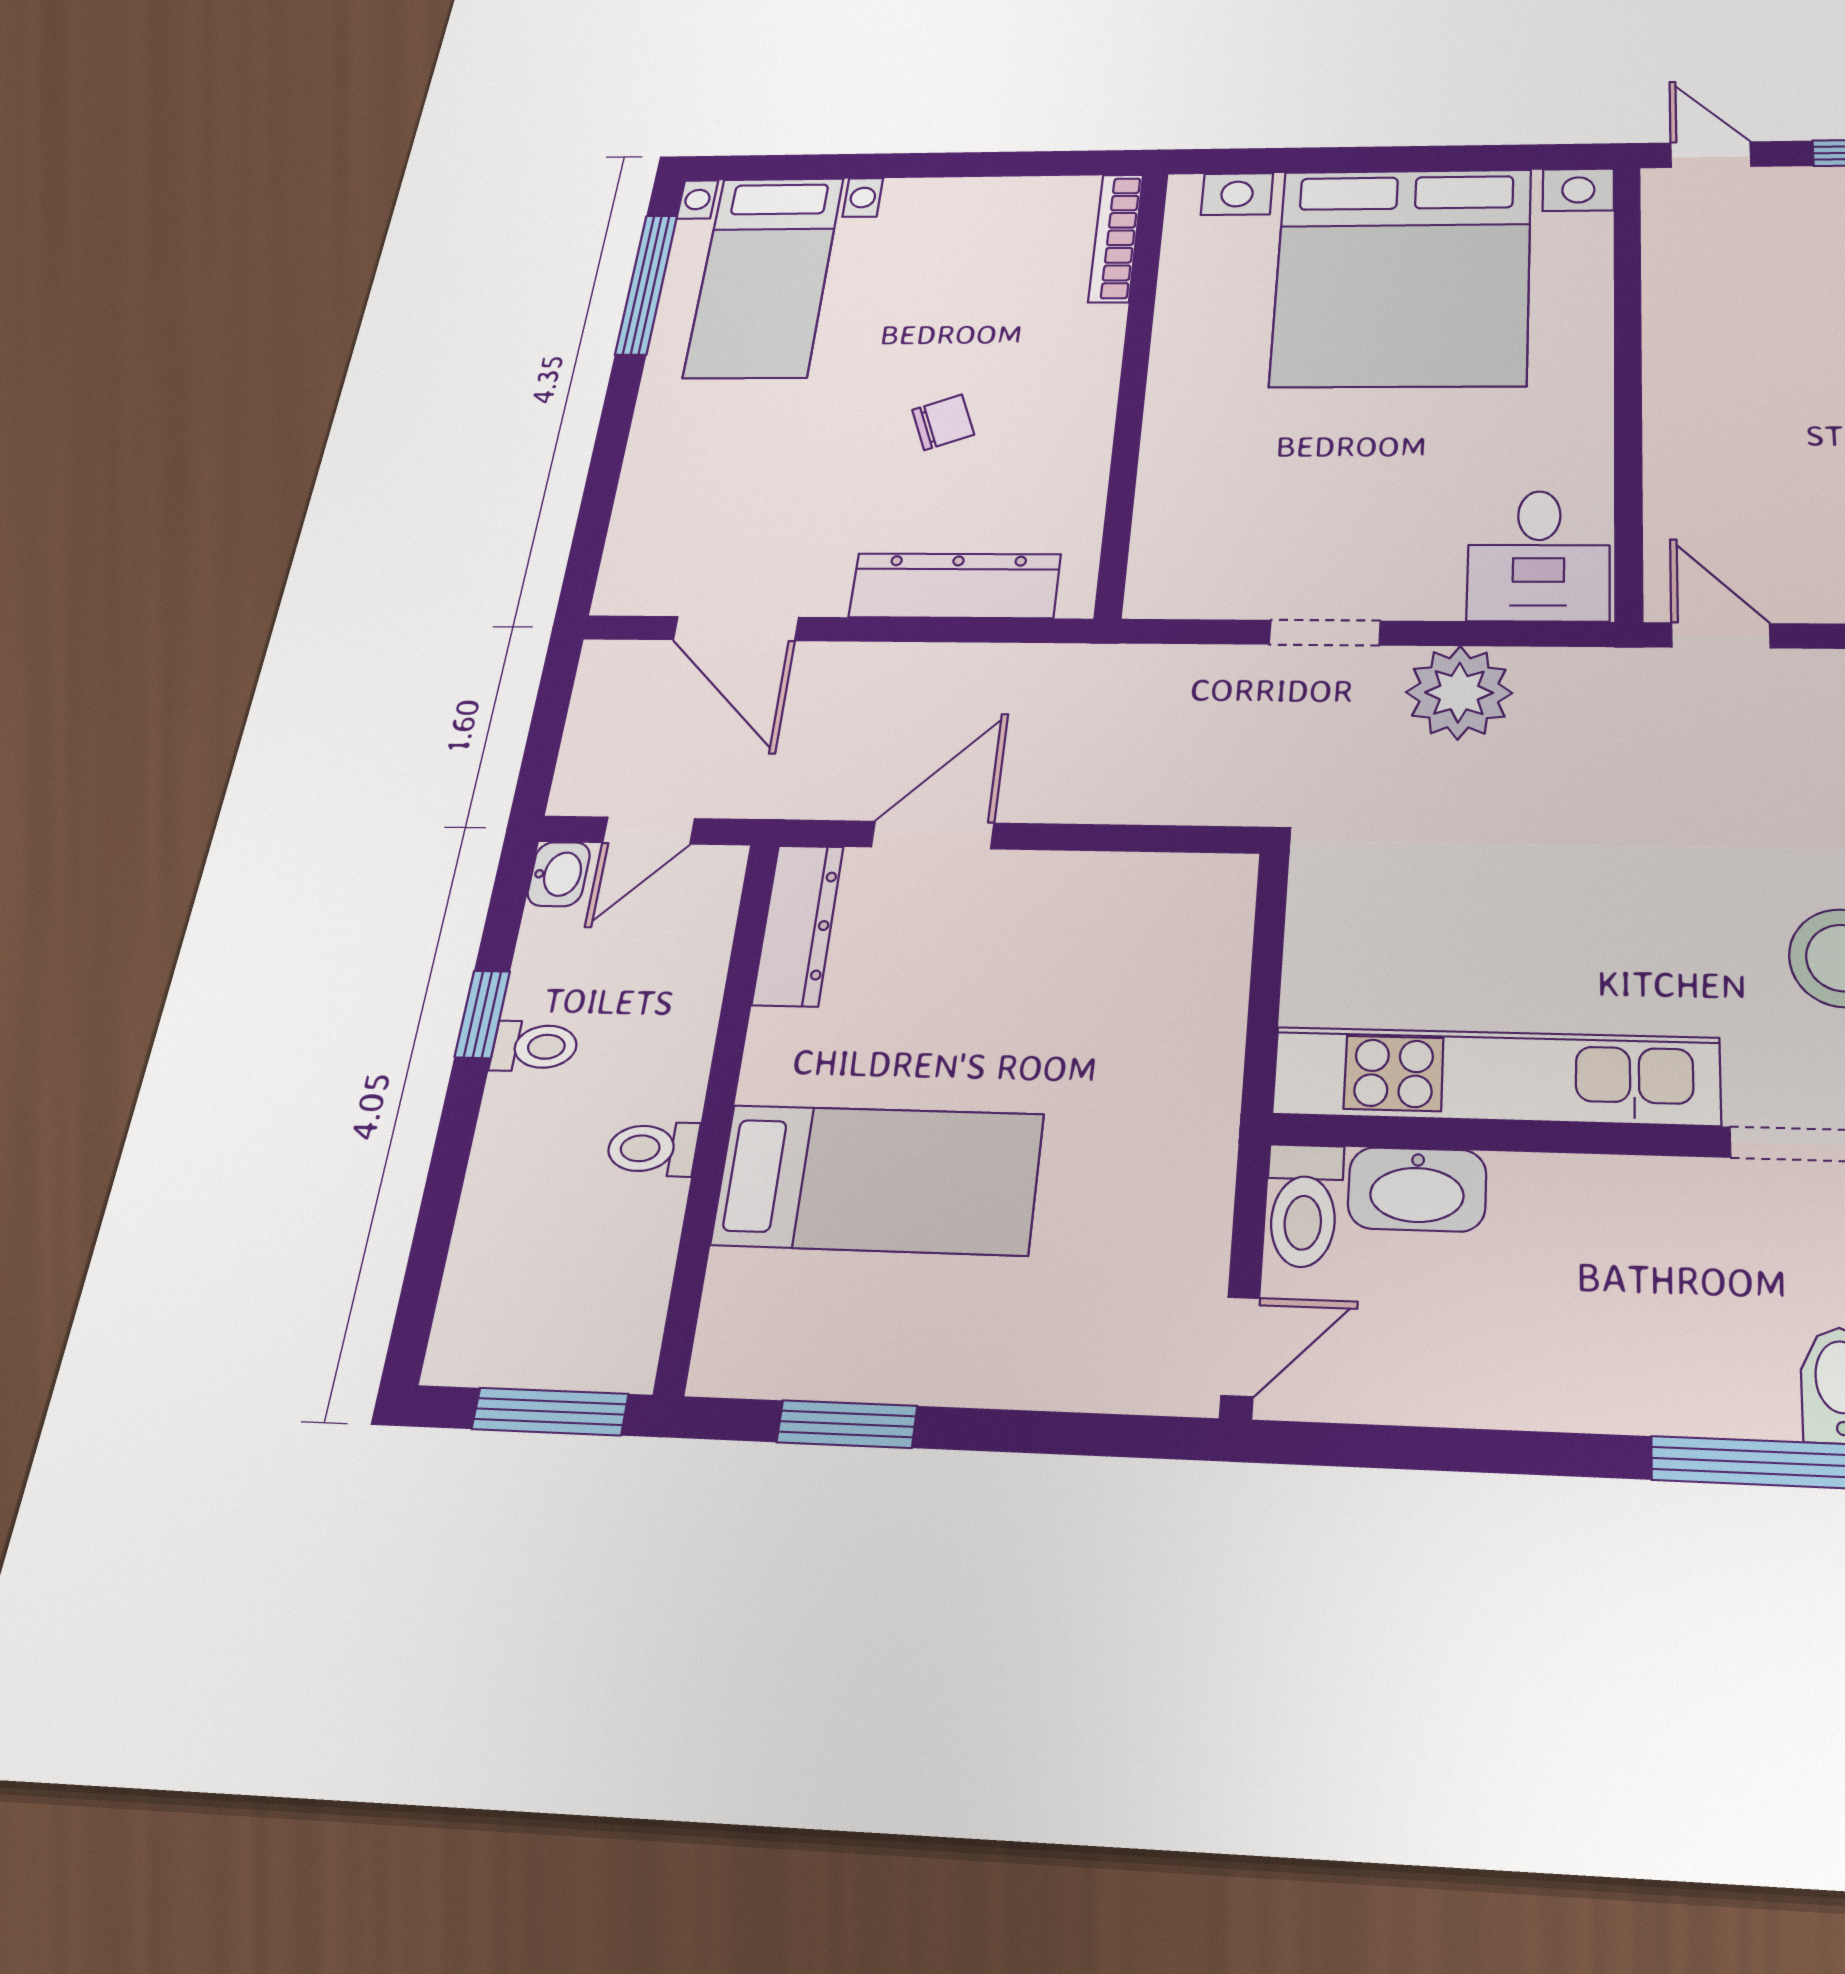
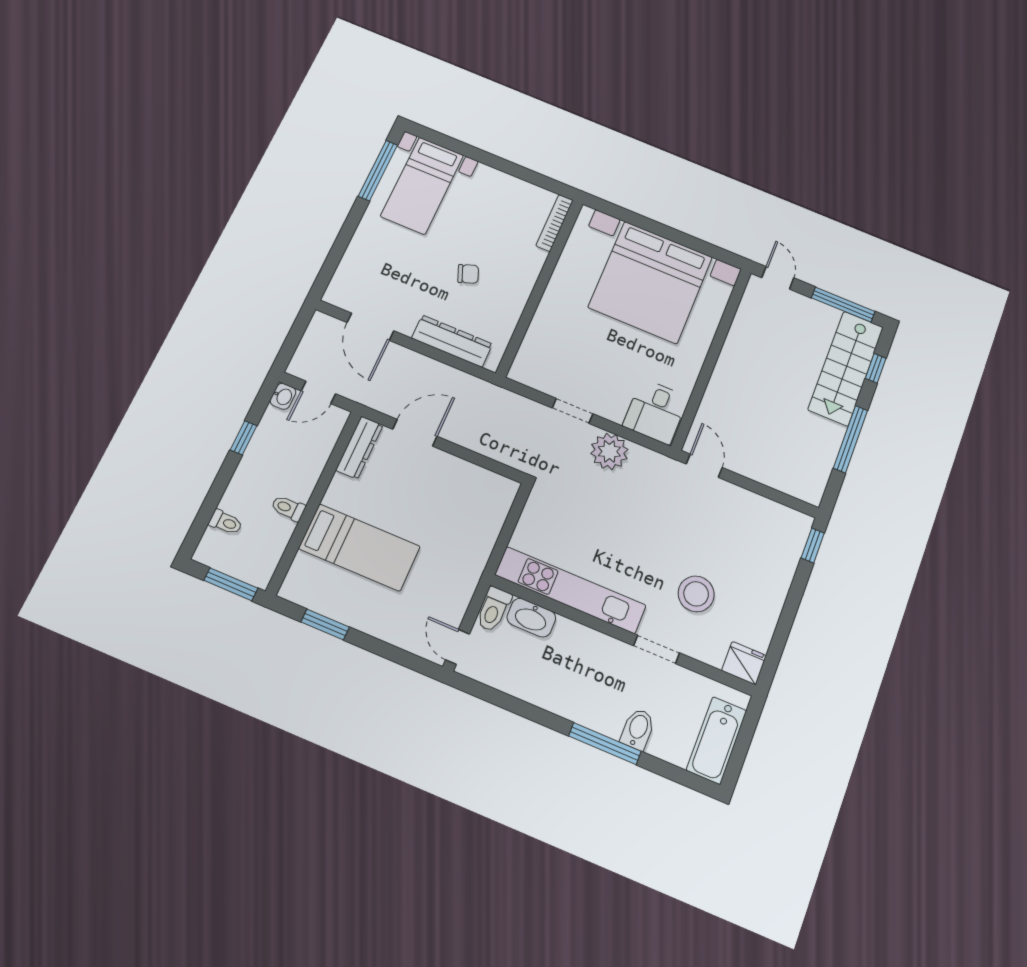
toilet: (535, 1046) -> (226, 522), moved
door: (1240, 1347) -> (457, 647), swing flipped

